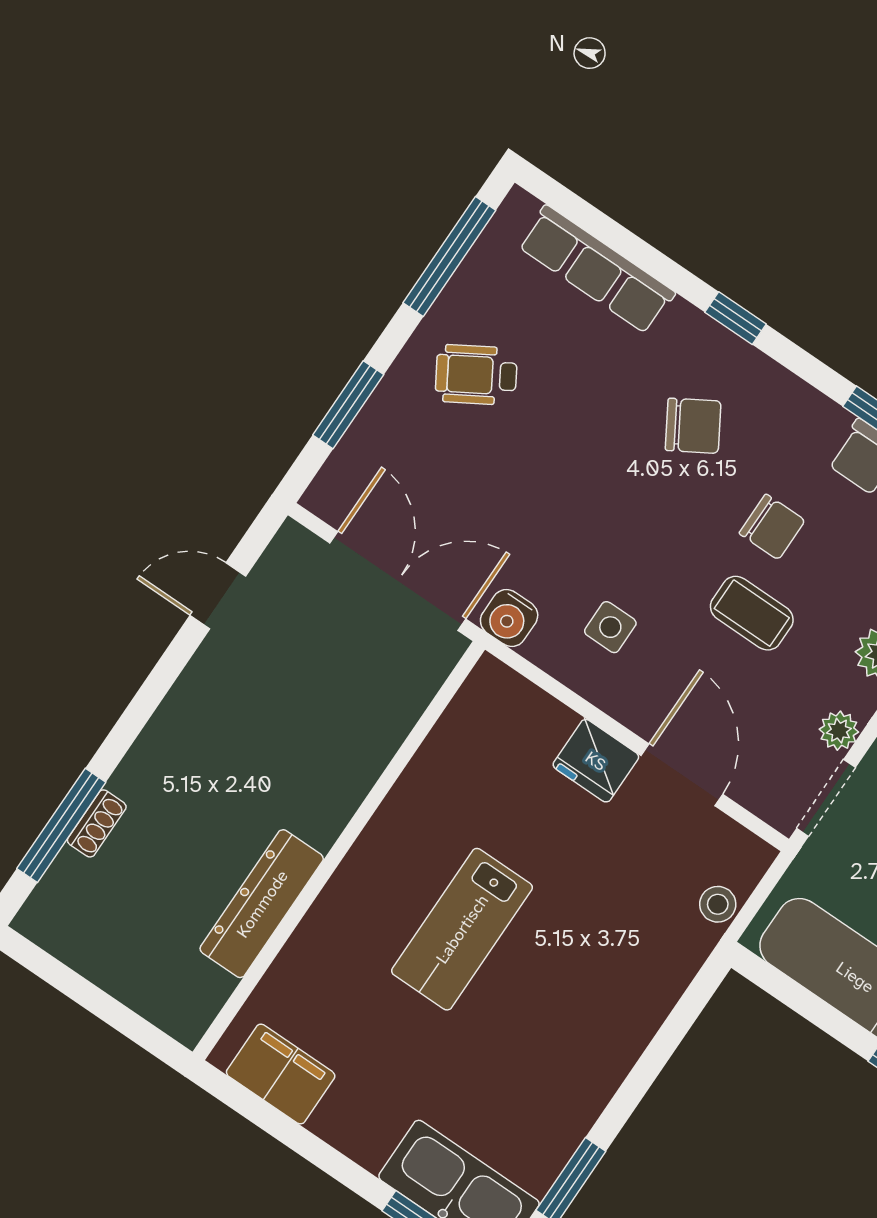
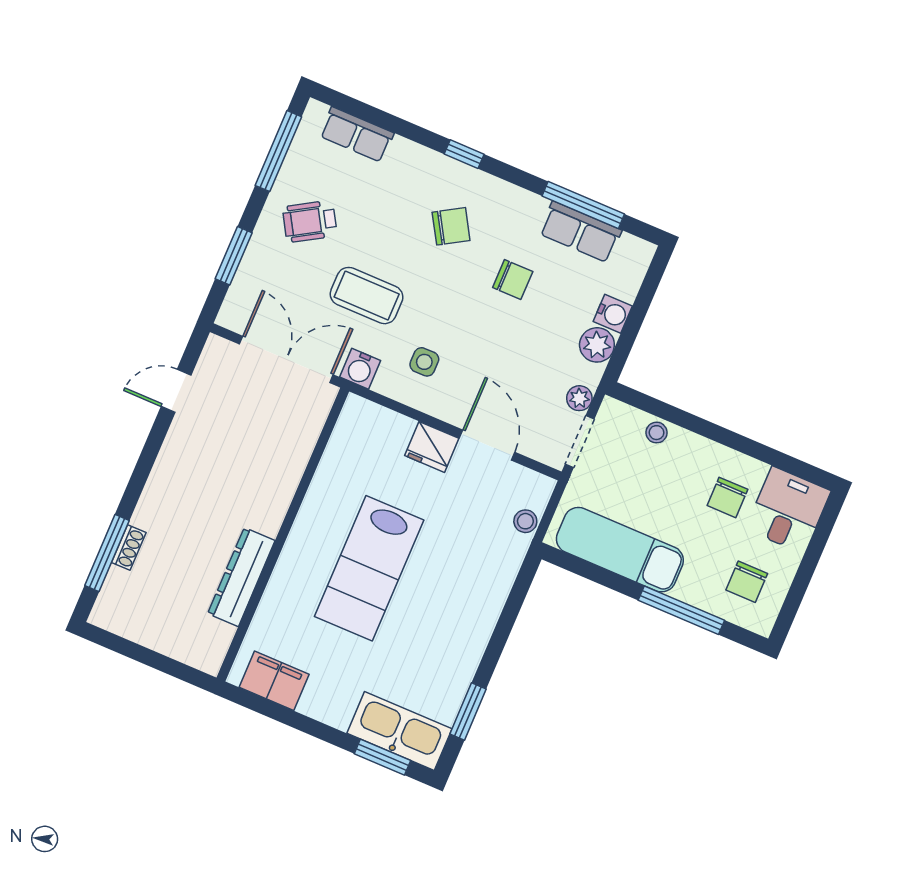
row of seats: (597, 269) -> (357, 135), width x0.68
coffee table: (752, 613) -> (367, 296), moved, width x1.36, depth x1.30
lab bench: (462, 929) -> (369, 568), width x1.36, depth x1.39

